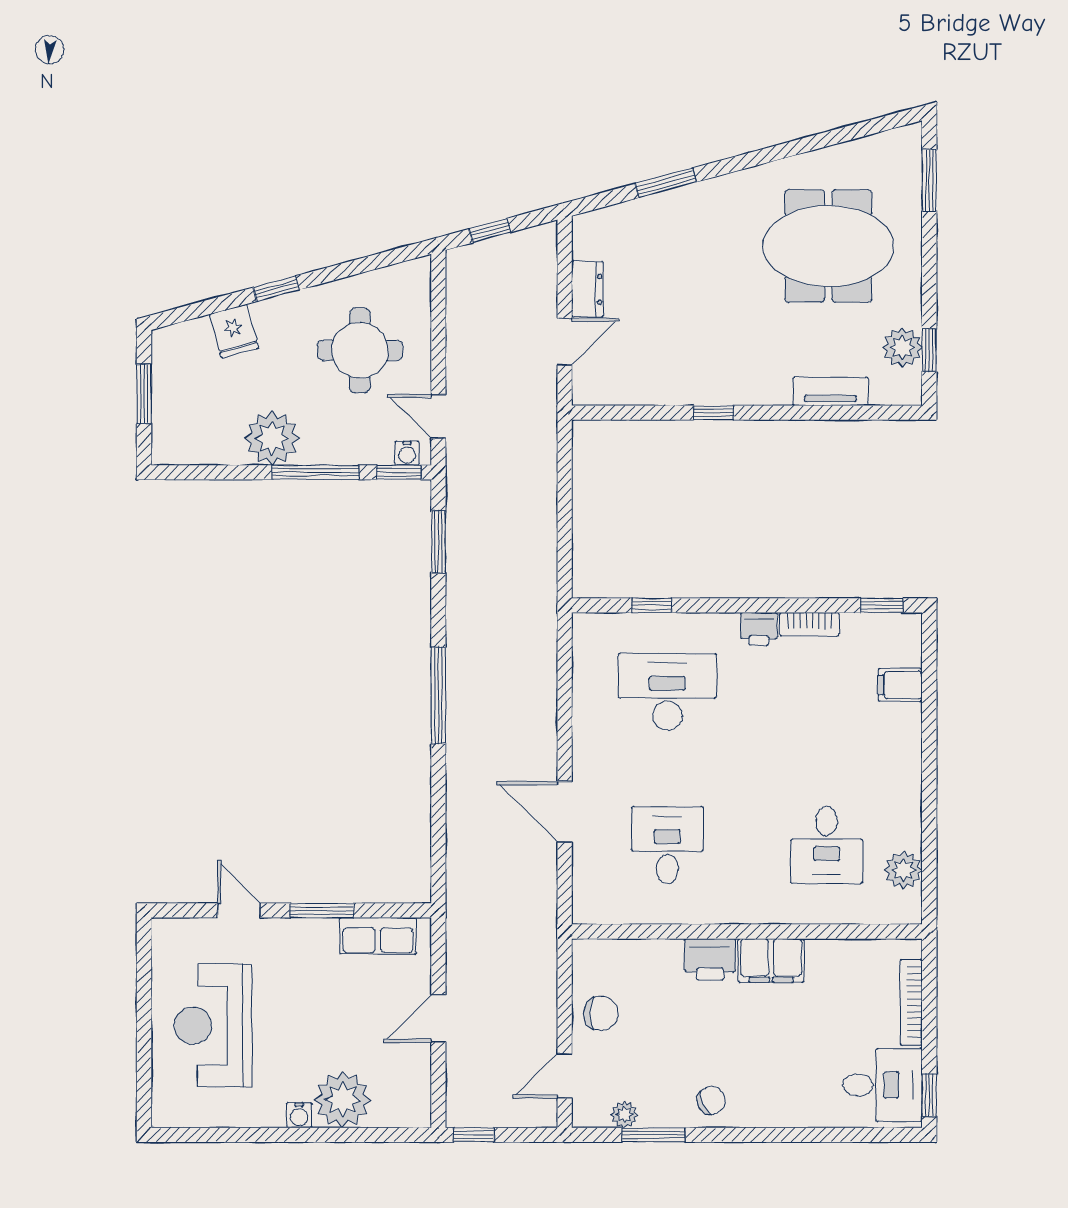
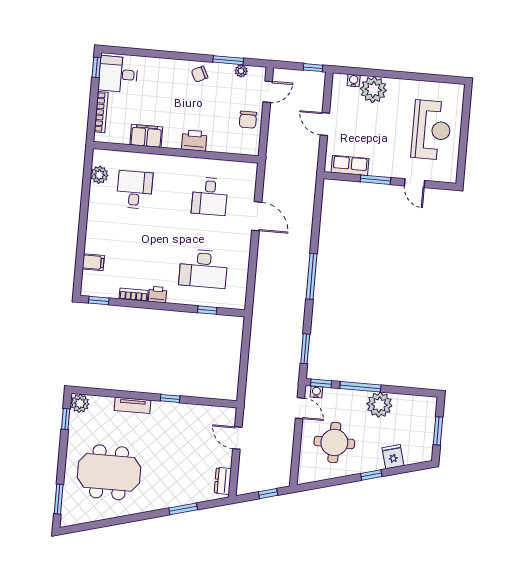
dresser: (587, 289) -> (223, 481), moved
door: (565, 342) -> (237, 438), hinge flipped
plant: (902, 347) -> (80, 403), moved
tv unit: (830, 391) -> (133, 405), moved
filing cabinet: (771, 960) -> (146, 136), moved
chair: (601, 1013) -> (248, 120), turned -90
door: (438, 1018) -> (325, 124), swing flipped
water cooler: (299, 1115) -> (354, 80), moved

